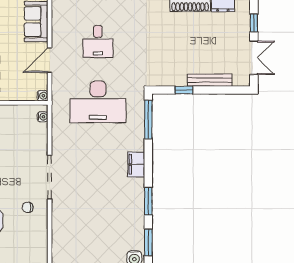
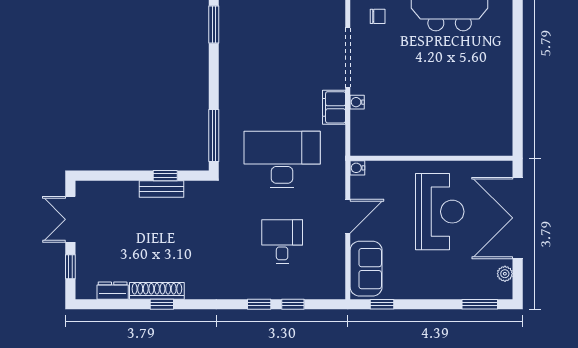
bench: (210, 80) -> (162, 189), moved, width x0.73
water cooler: (43, 117) -> (357, 102), moved
filing cabinet: (136, 164) -> (334, 107), moved, turned 180

